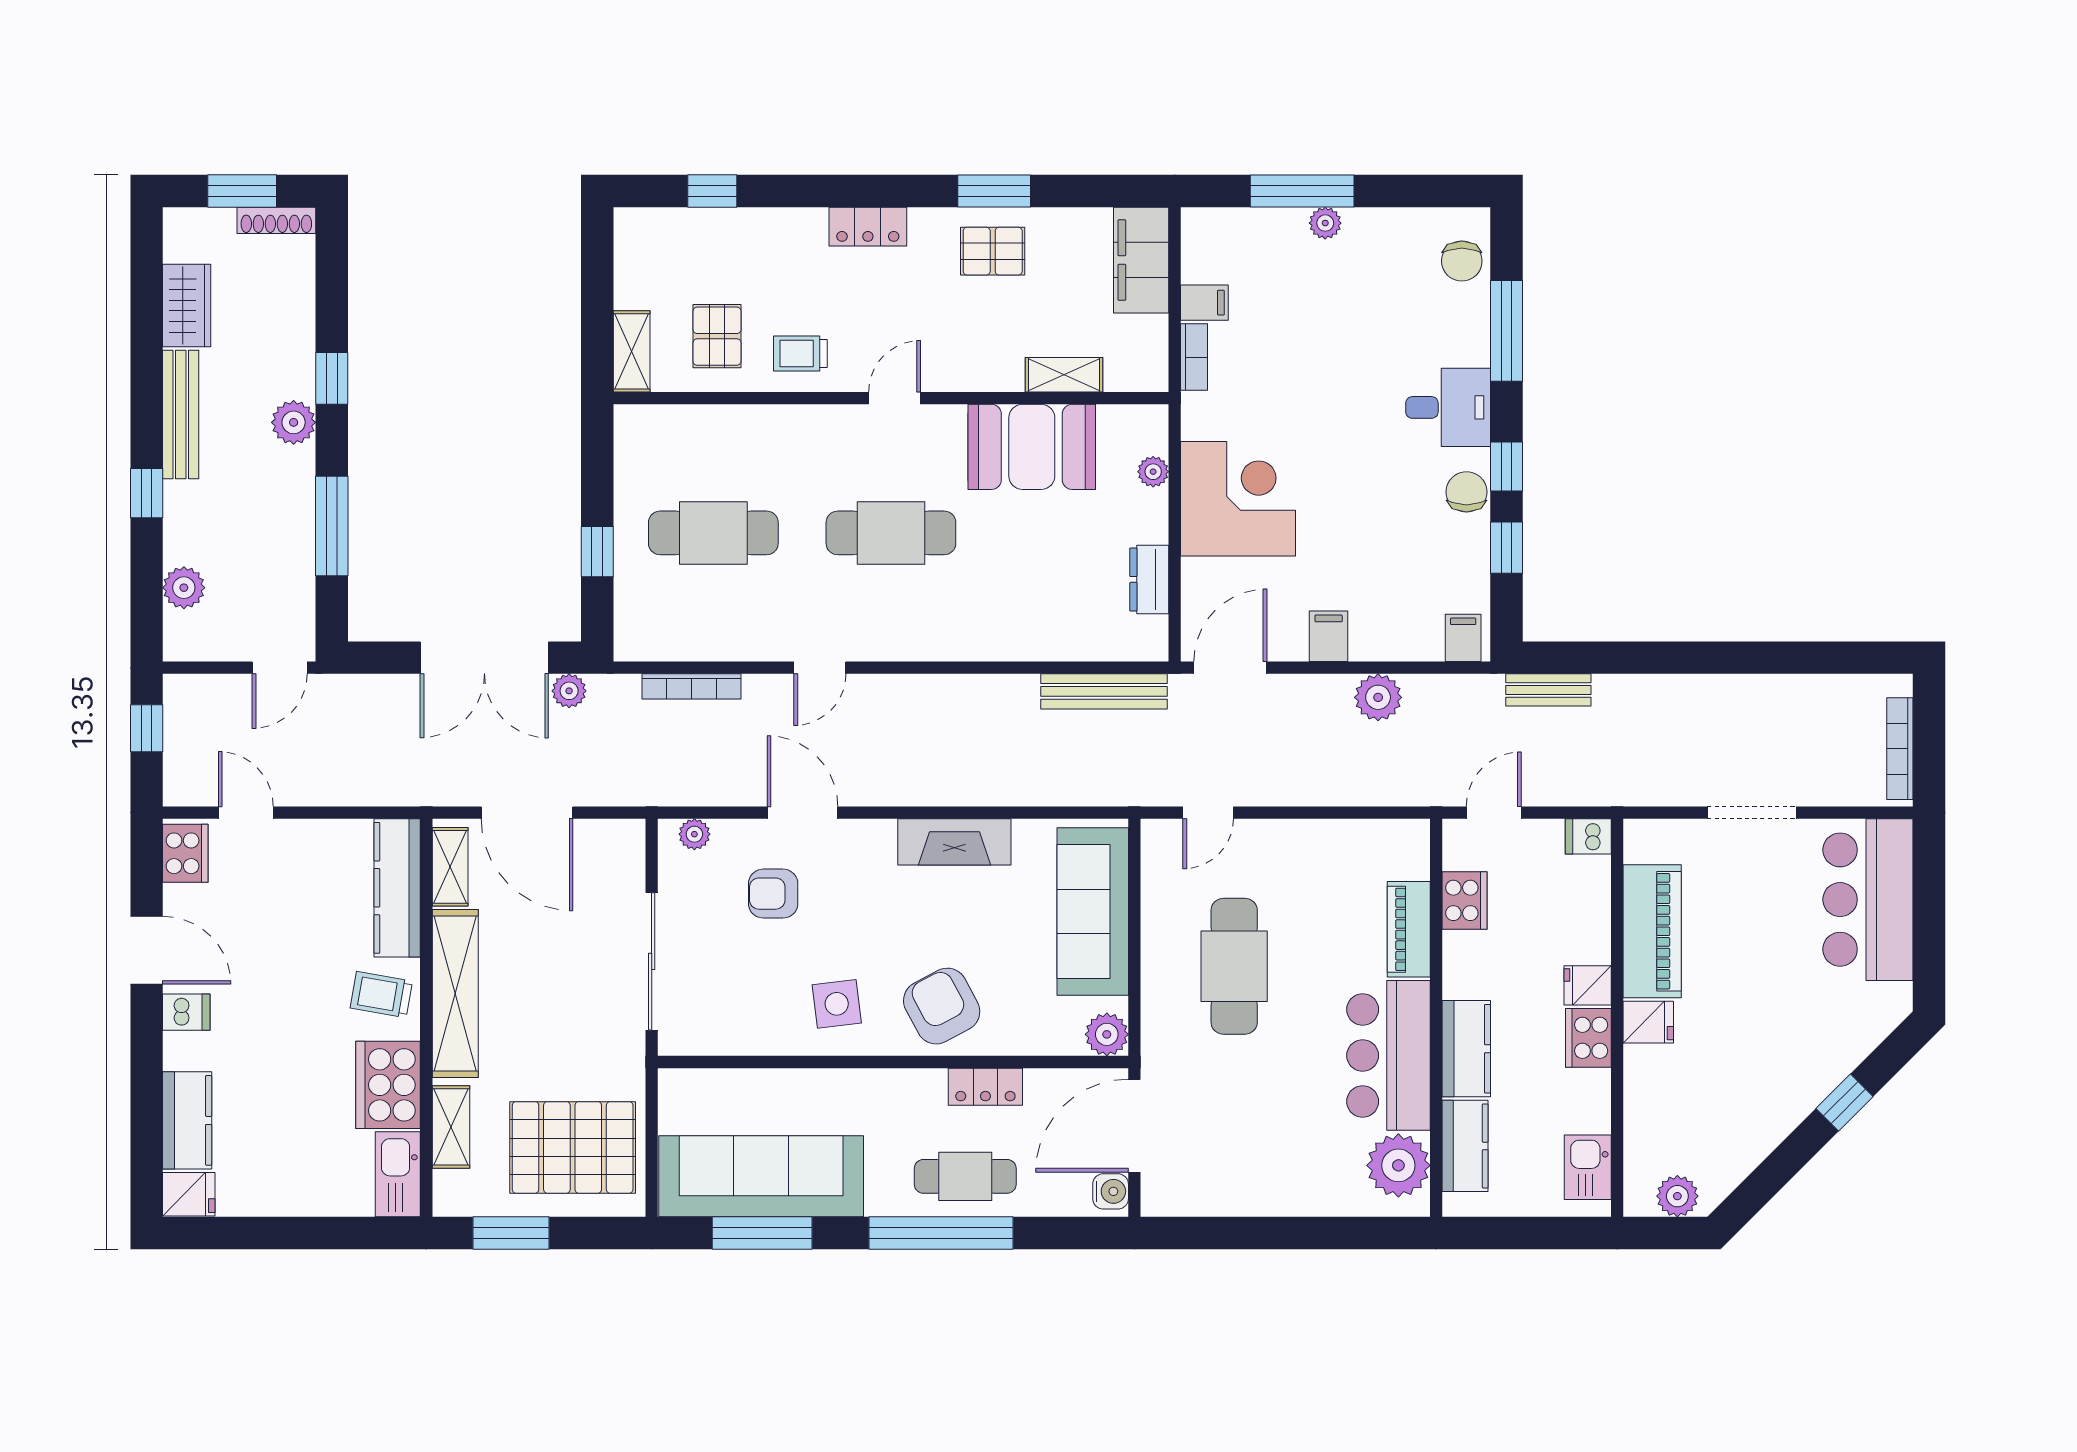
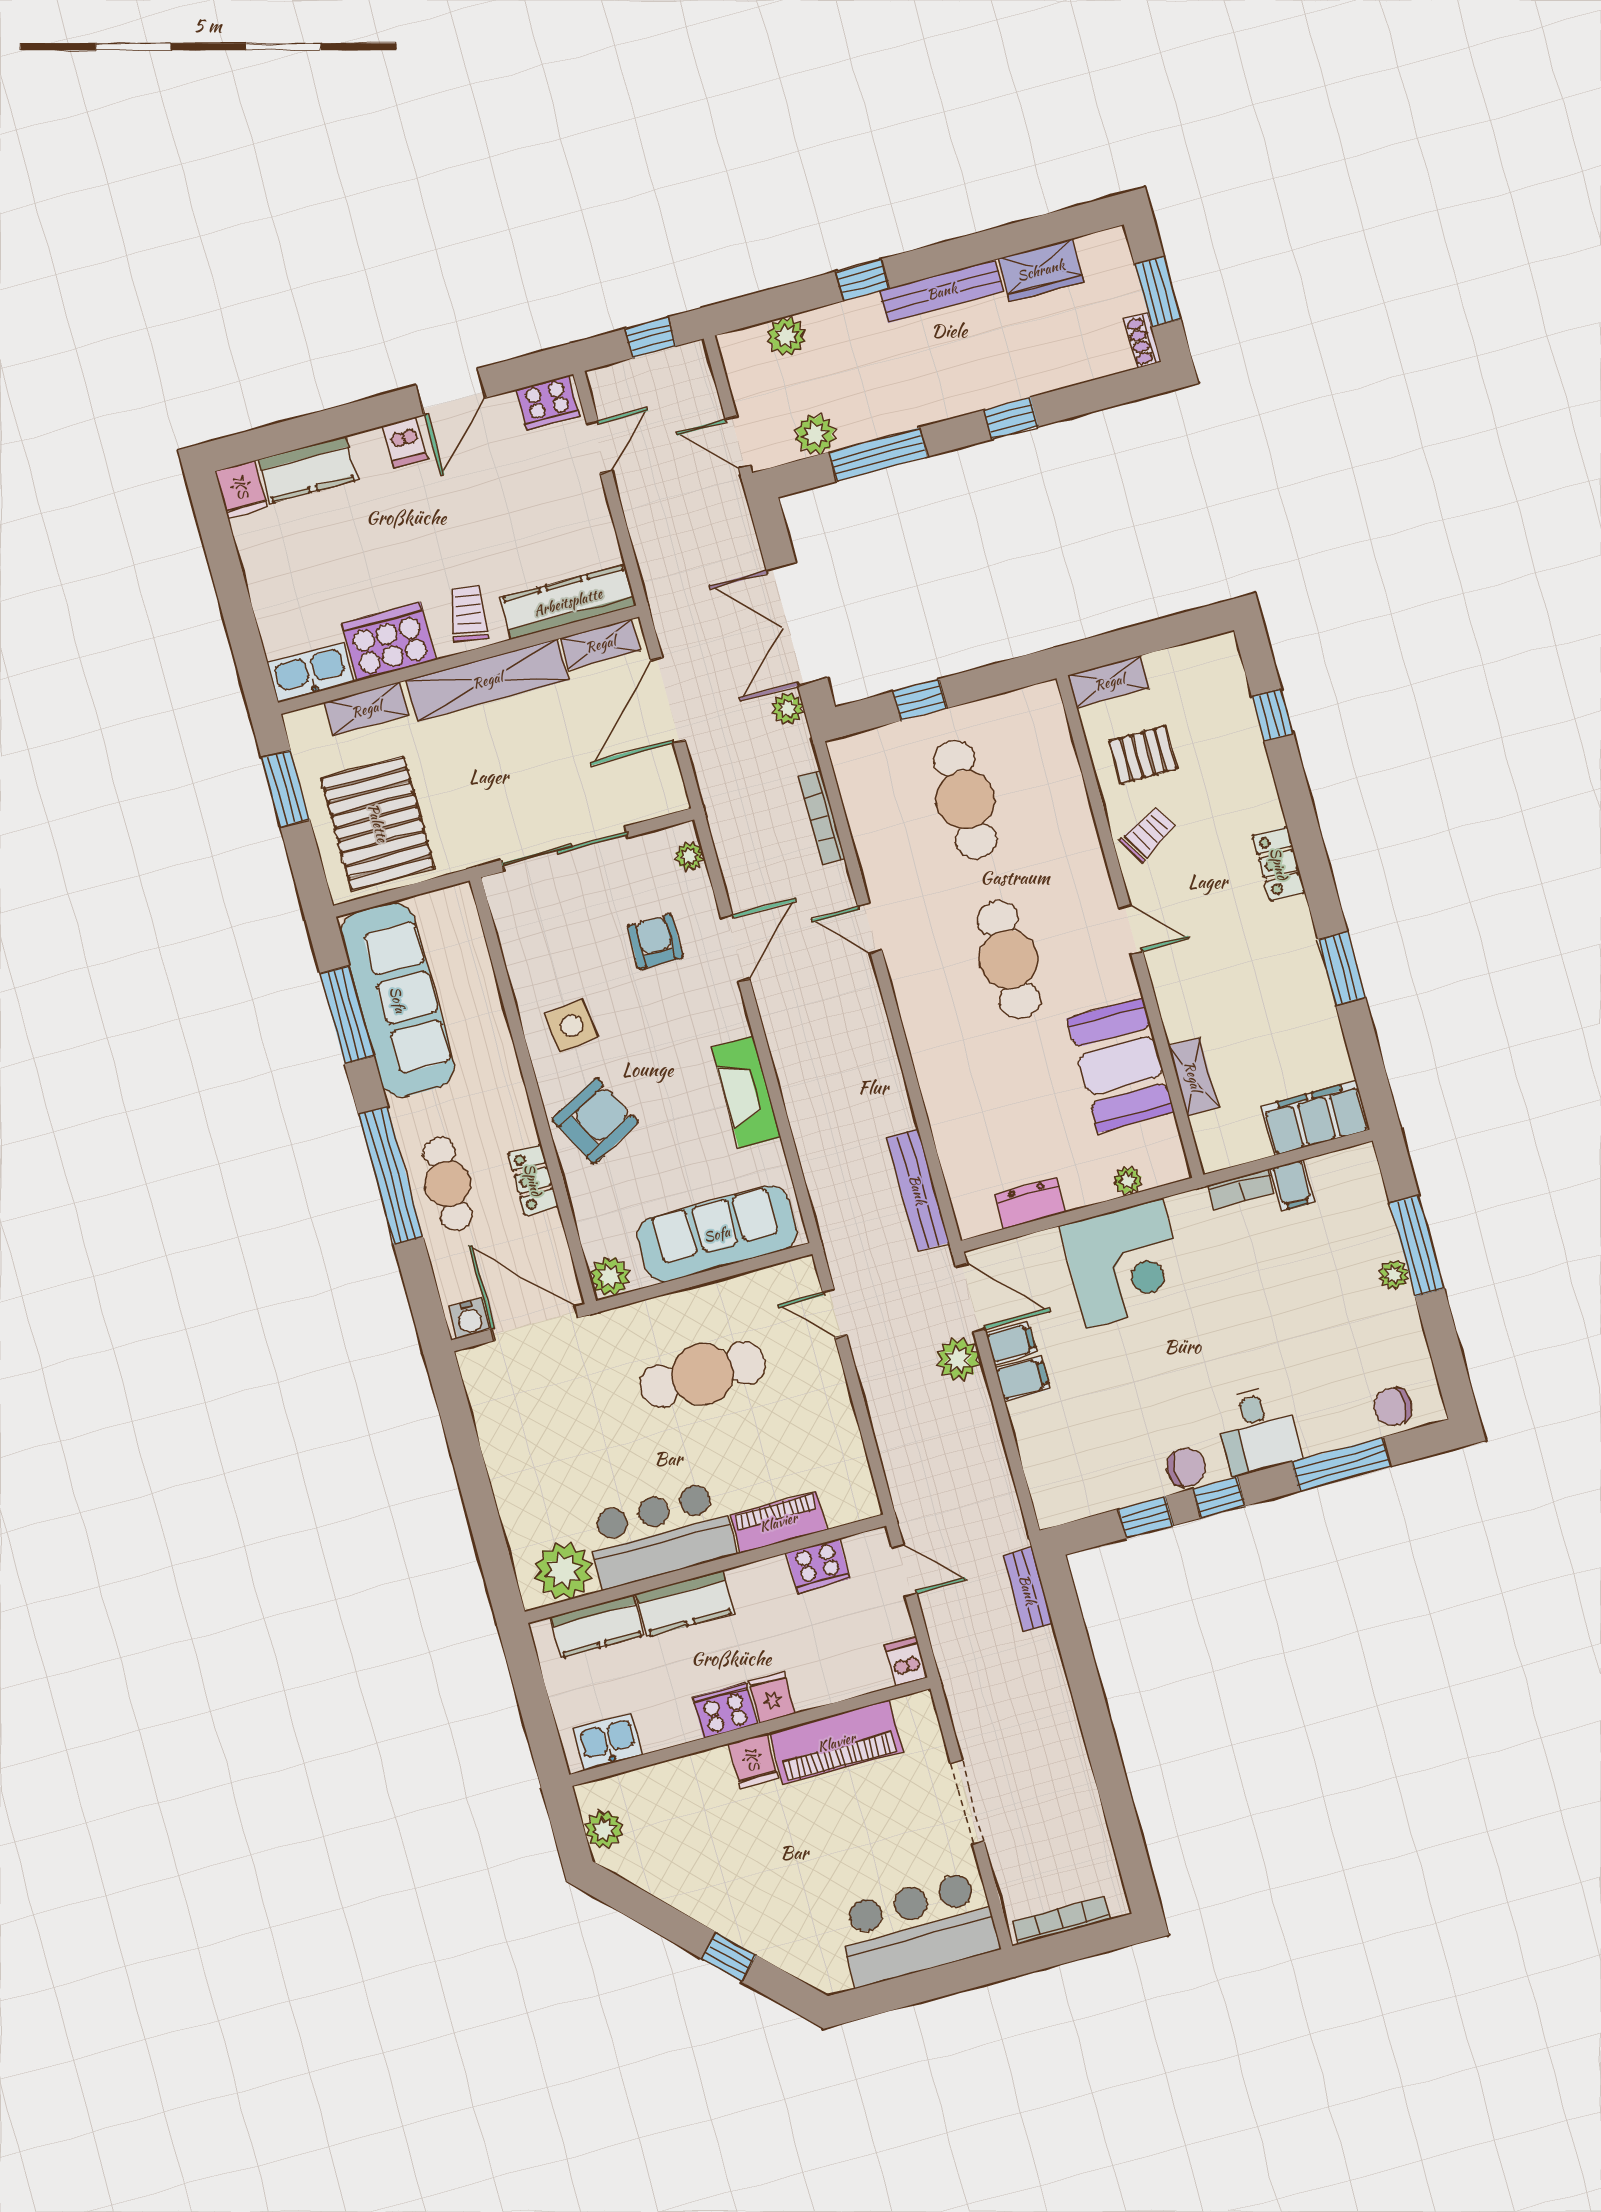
shoe rack: (276, 220) -> (1143, 340), width x0.70
pallet: (993, 251) -> (1287, 982), removed
trolley: (800, 354) -> (1148, 834), turned 60
plant: (294, 422) -> (815, 435), moved
filing cabinet: (1463, 638) -> (1011, 1343), moved
plant: (1378, 697) -> (958, 1359), moved

